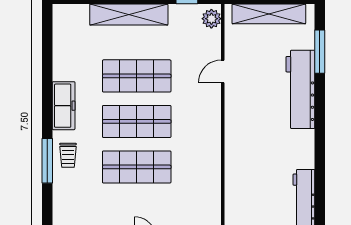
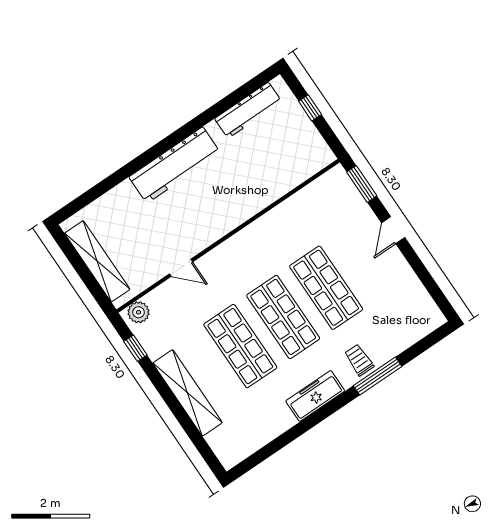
window: (320, 52) -> (100, 189), removed
workbench: (300, 89) -> (175, 165), moved
trolley: (68, 155) -> (359, 360), turned -90

